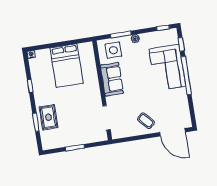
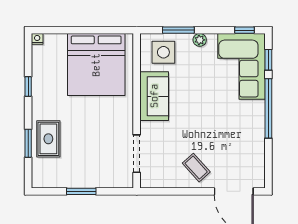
bed: (67, 66) -> (96, 65), width x1.36
corner sofa: (167, 68) -> (242, 66), moved

